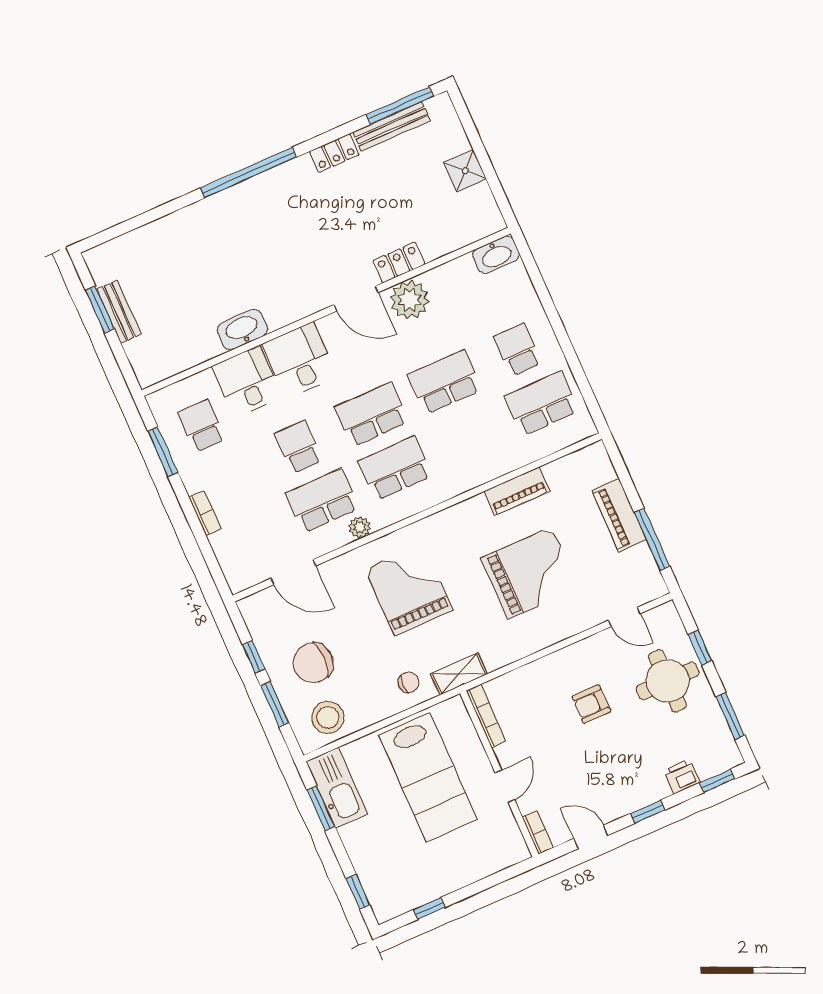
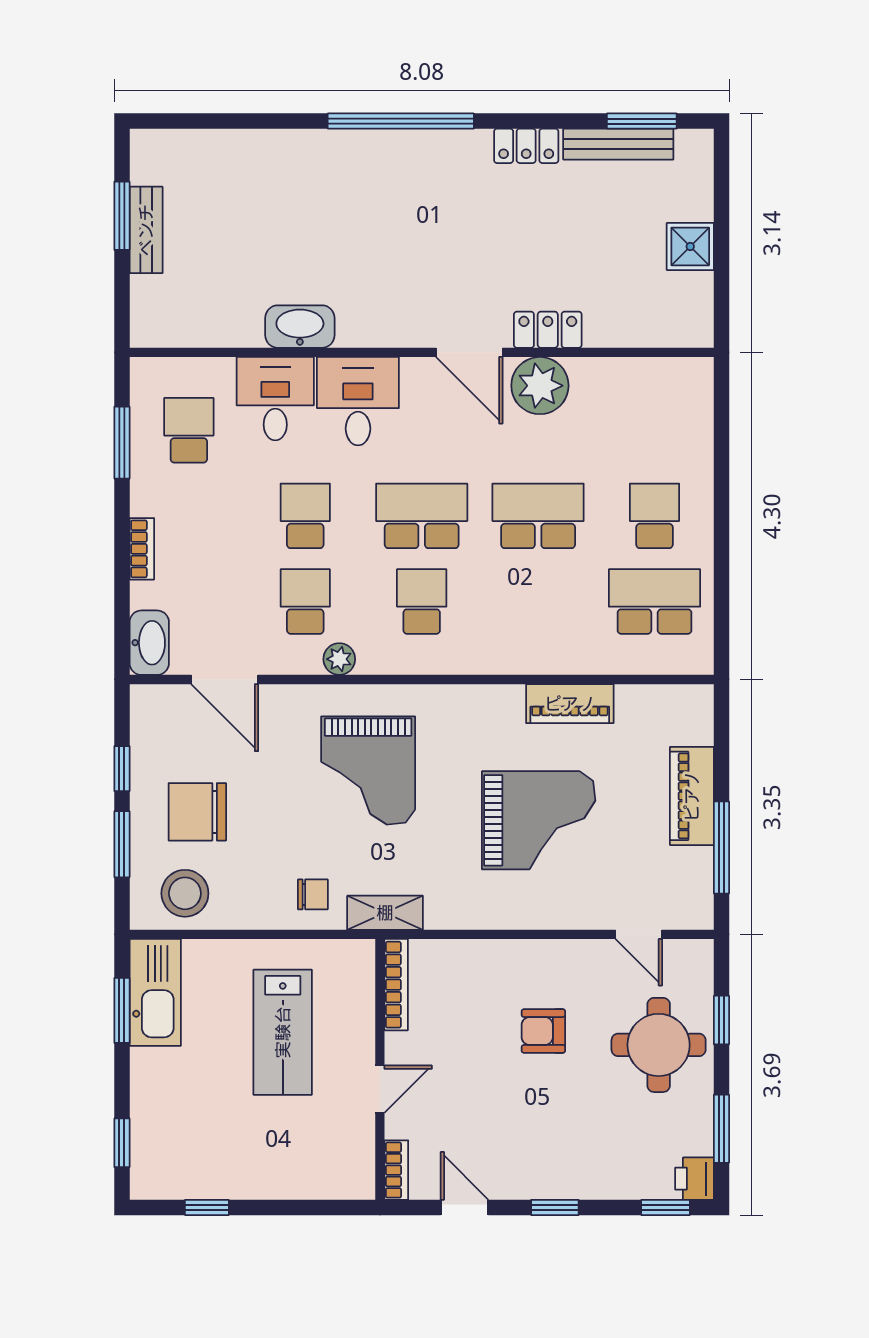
window: (400, 105) -> (642, 121), width x0.69
washbasin: (496, 255) -> (149, 643), moved, turned -90
school desk: (395, 468) -> (422, 601), width x0.54
school desk: (322, 501) -> (305, 601), width x0.54
grand piano: (409, 589) -> (368, 770), turned 180
printer: (682, 776) -> (695, 1179), moved, turned -90
lab bench: (428, 777) -> (283, 1032), width x0.73, depth x0.72

